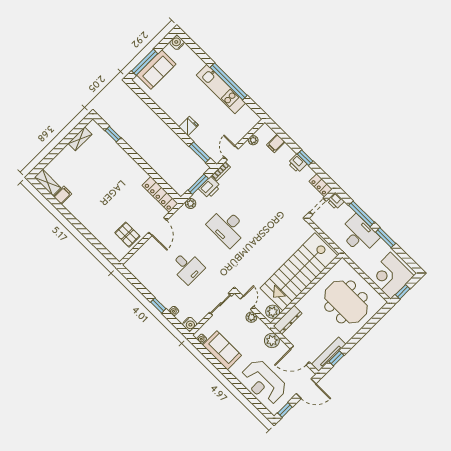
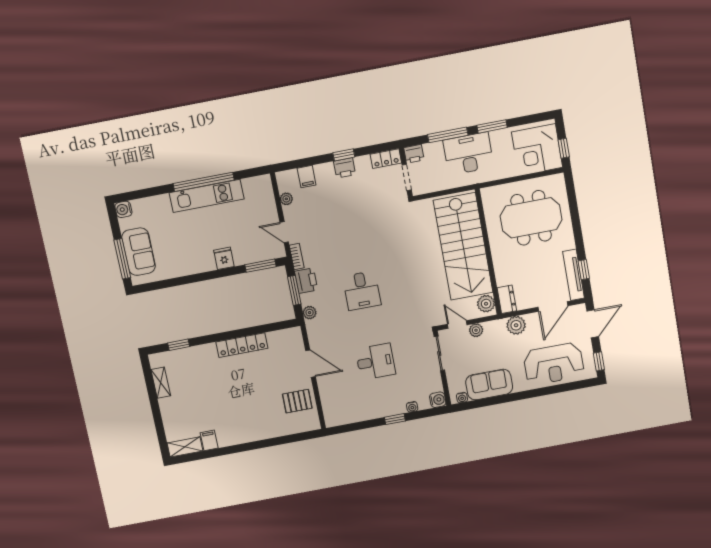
locker: (160, 194) -> (242, 345), moved
desk: (227, 227) -> (362, 291), width x0.73
dresser: (288, 320) -> (507, 299), width x0.70

